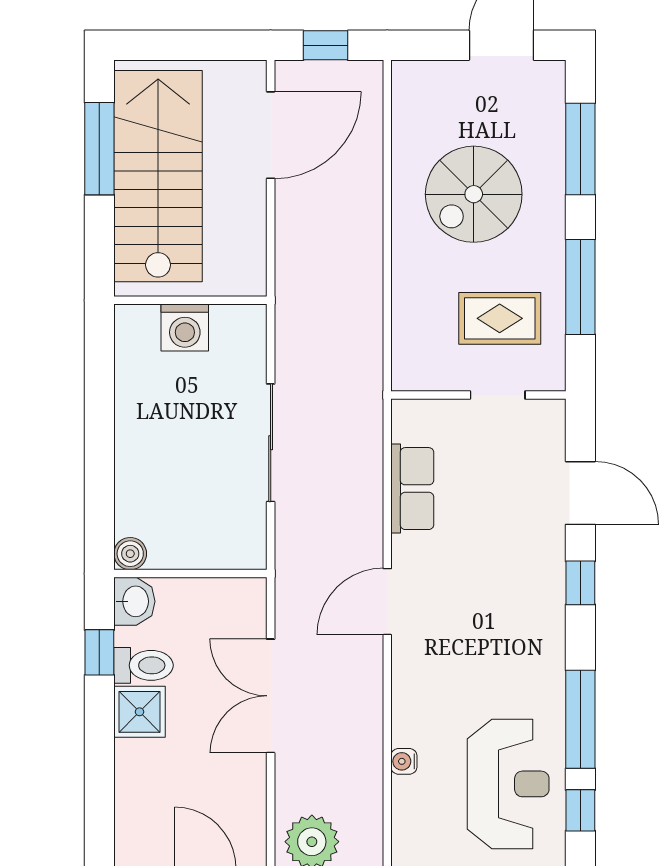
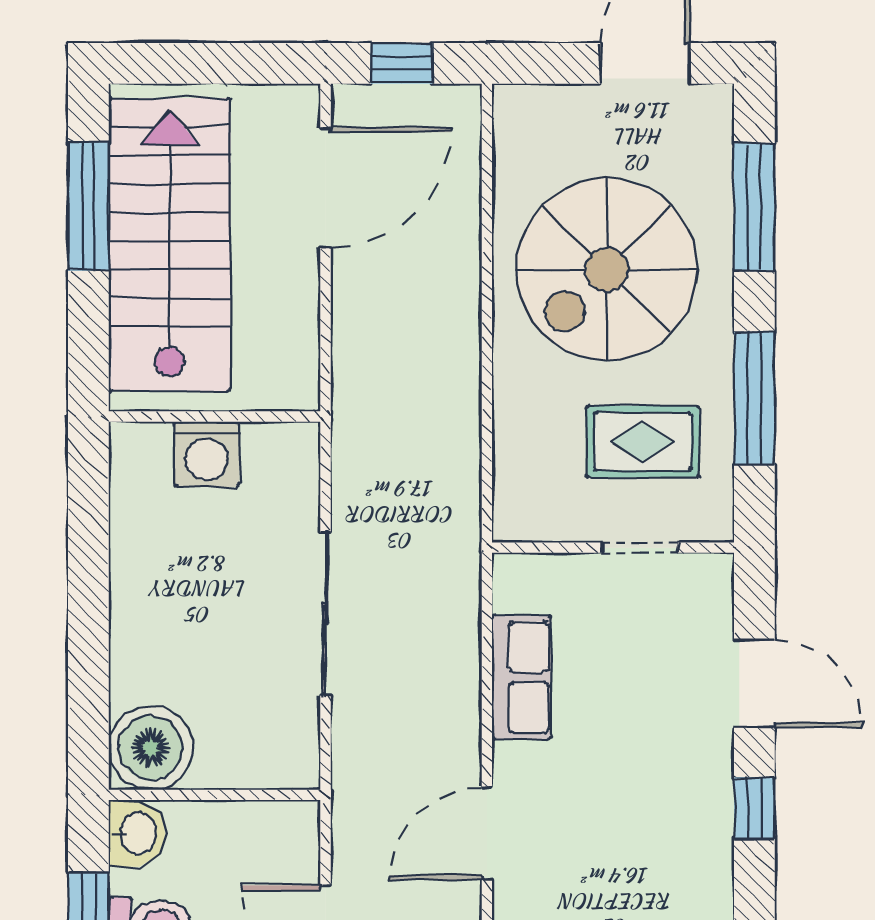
spiral stairs: (474, 194) -> (607, 270), width x1.37, depth x1.37
boiler: (130, 554) -> (151, 748), width x1.86, depth x1.86

